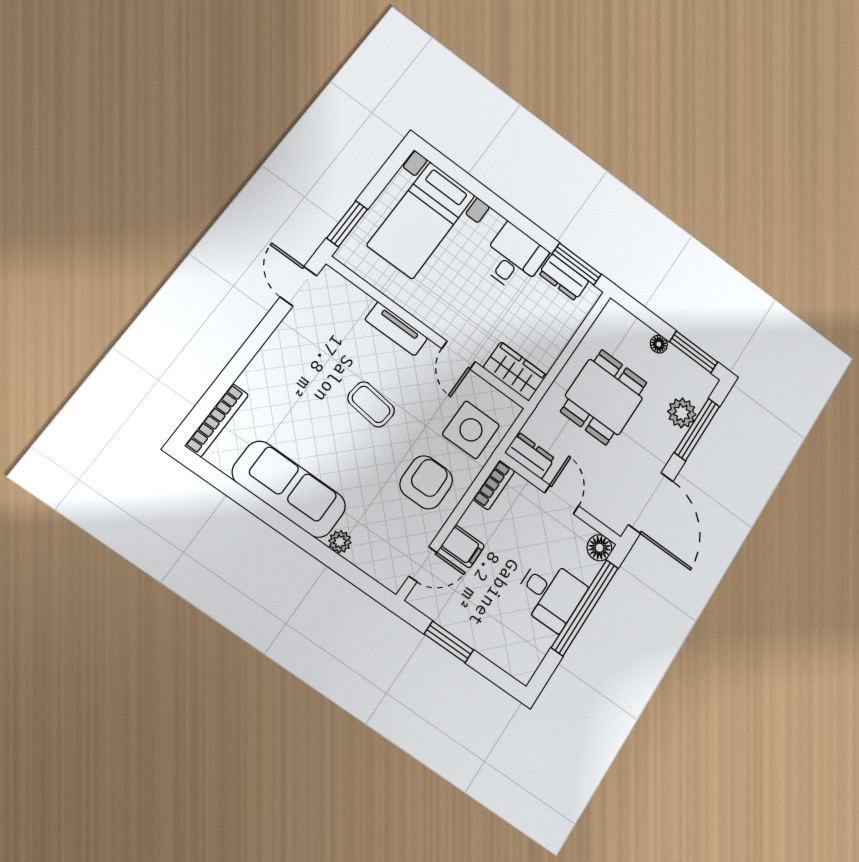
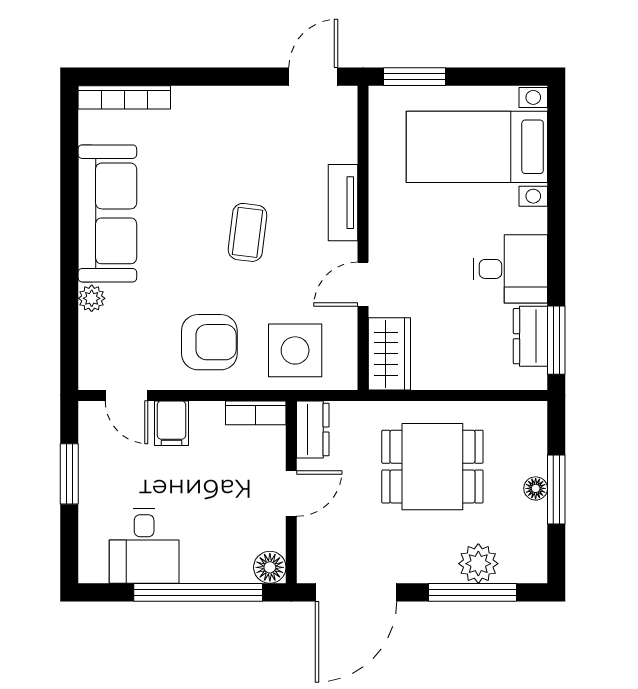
window: (694, 352) -> (556, 489), moved
desk: (550, 594) -> (144, 546), moved

